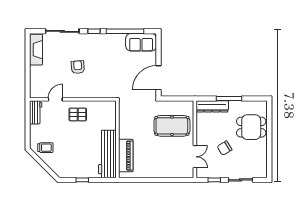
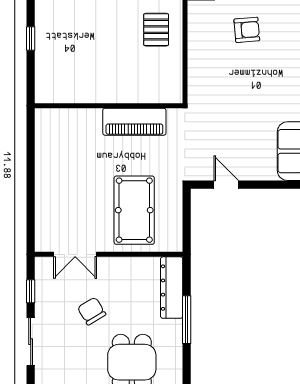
door: (159, 78) -> (226, 185), width x0.53
workbench: (107, 154) -> (80, 87), removed
piano: (126, 156) -> (134, 122), moved

